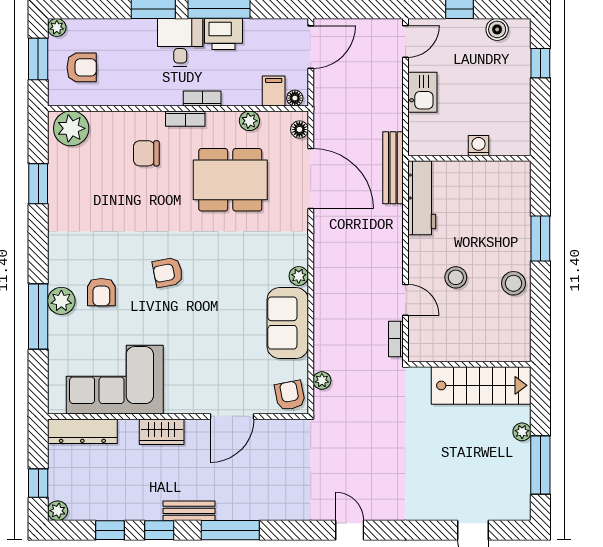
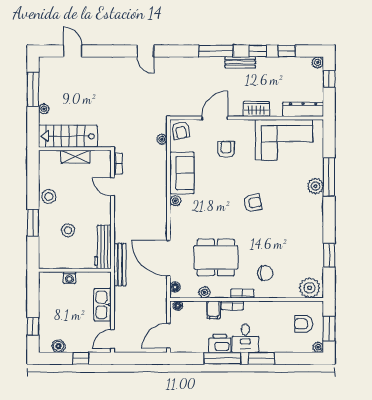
filing cabinet: (274, 91) -> (214, 310), moved
kitchen sink: (422, 92) -> (103, 305), width x1.38
stool: (456, 277) -> (68, 230), moved
armchair: (101, 292) -> (226, 149), moved
shelving: (468, 351) -> (76, 157), added

